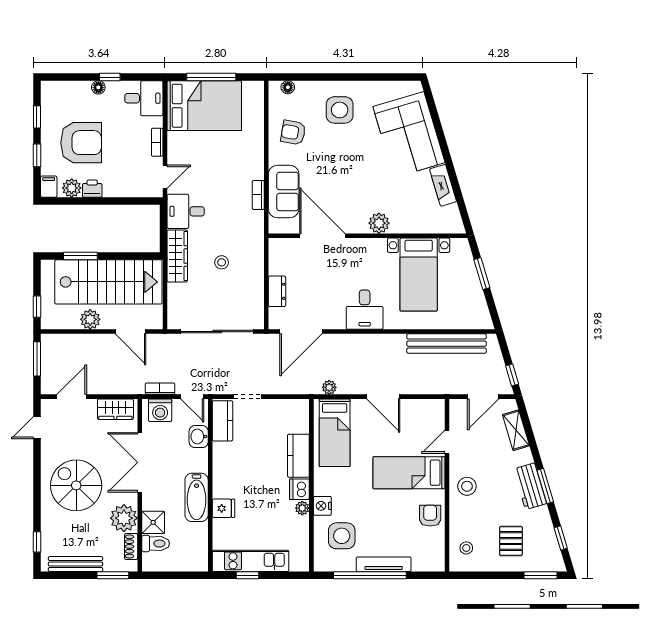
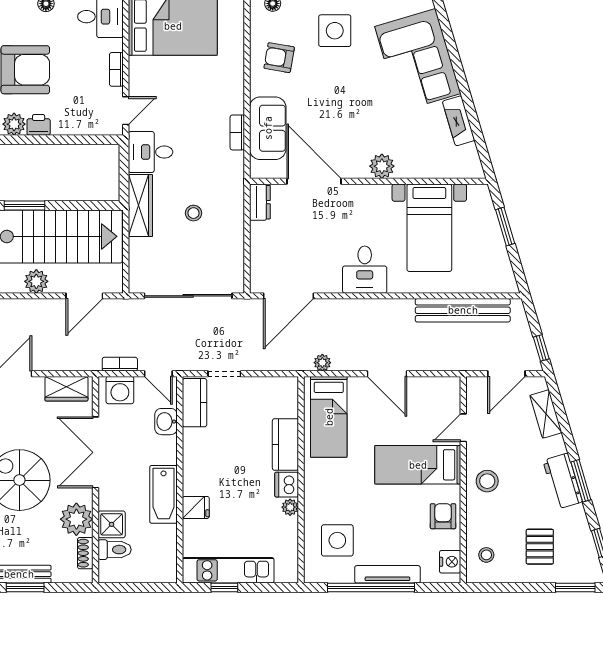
dresser: (277, 291) -> (260, 202), moved
door: (130, 332) -> (84, 296), hinge flipped
nightstand: (322, 506) -> (450, 562), moved, turned 180
window: (113, 575) -> (25, 588), moved

